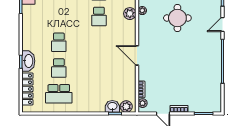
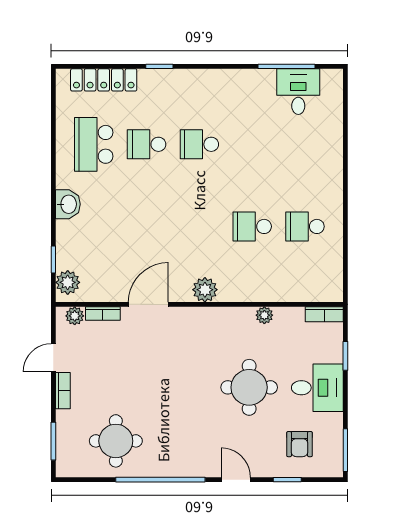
plant: (130, 14) -> (205, 290), moved
door: (137, 55) -> (148, 304), moved
washbasin: (28, 61) -> (161, 82), removed
round table: (204, 83) -> (116, 441), added
washbasin: (112, 106) -> (68, 204), moved

